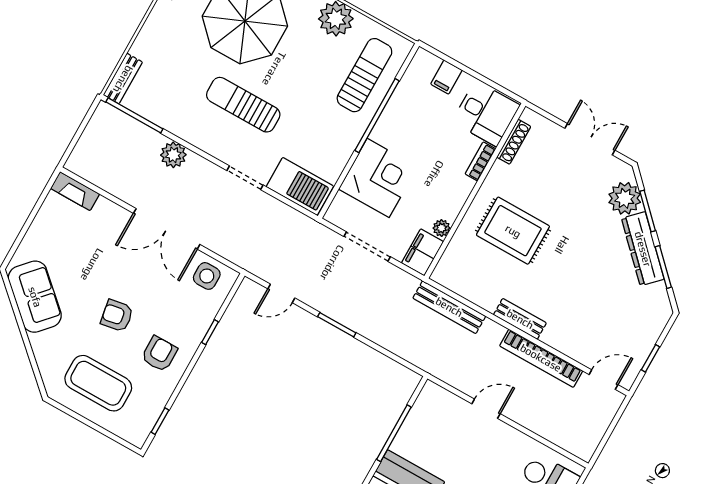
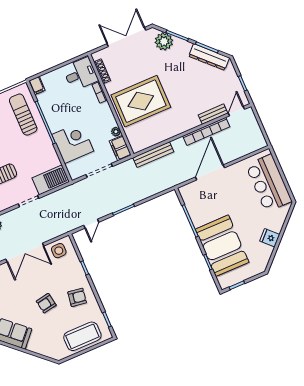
filing cabinet: (446, 77) -> (37, 86), moved
double door: (590, 139) -> (126, 37), width x1.37
rug: (513, 231) -> (141, 101), width x1.37, depth x1.44
dresser: (643, 249) -> (209, 57), moved
bench: (520, 319) -> (213, 114), moved
armchair: (159, 354) -> (77, 297), turned 99
coffee table: (98, 383) -> (82, 336), moved
door: (486, 409) -> (210, 172), width x1.87

